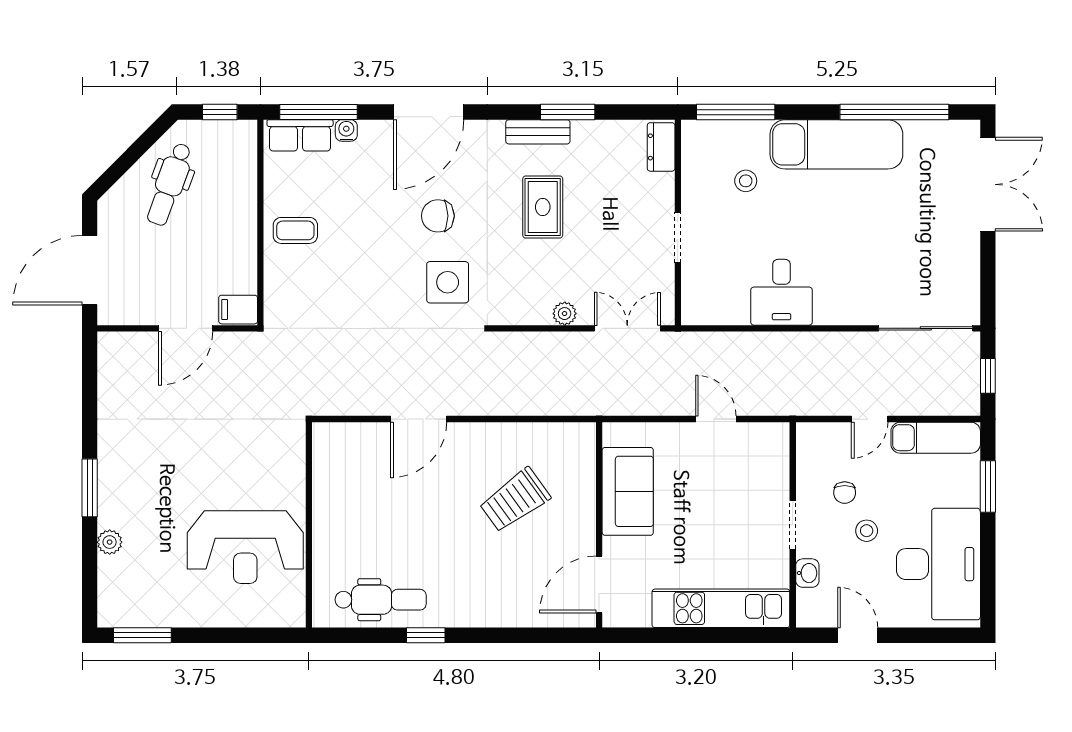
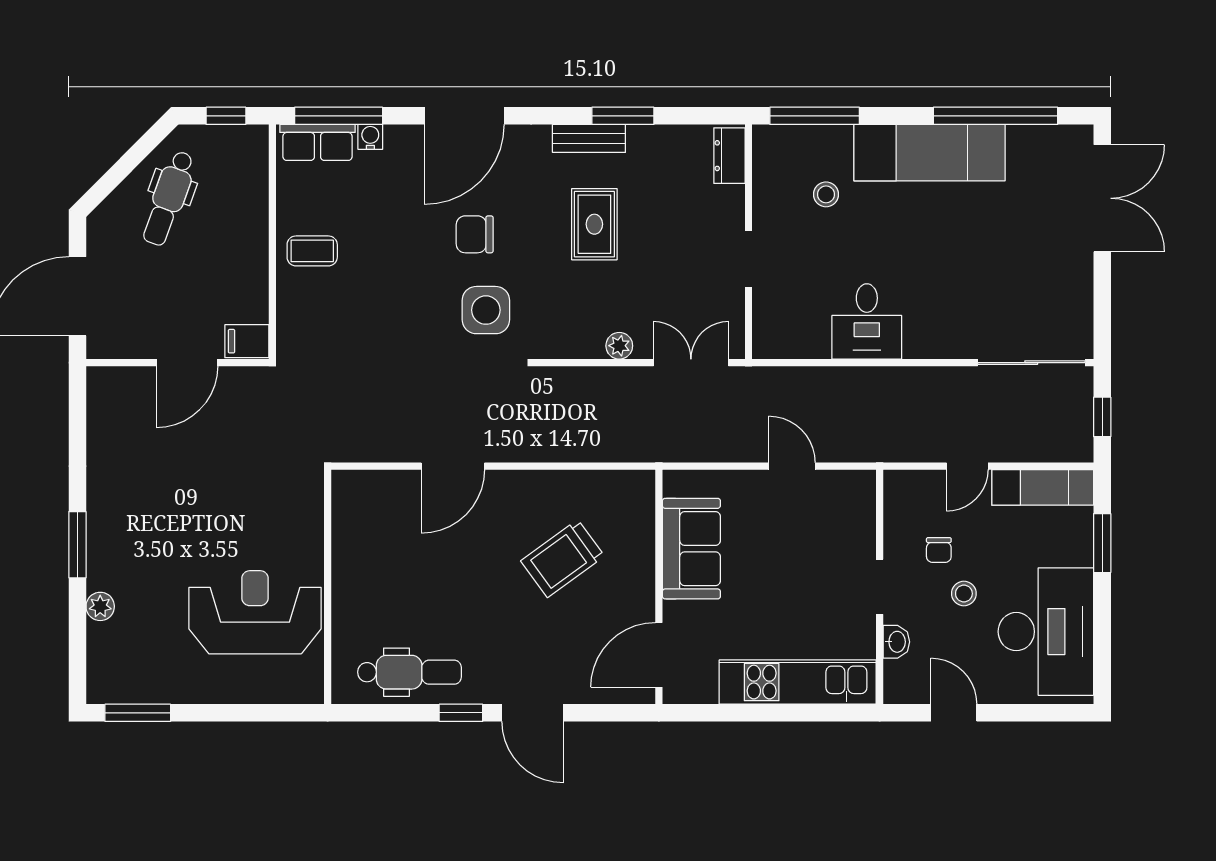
reception desk: (245, 547) -> (255, 612), turned 180
door: (488, 635) -> (532, 713), added

